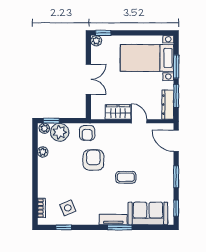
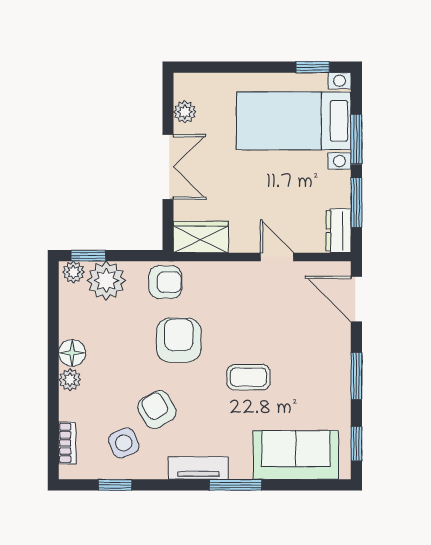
window: (103, 33) -> (313, 67), moved
plant: (96, 41) -> (185, 112), moved
dresser: (168, 105) -> (339, 231), width x0.70
wardrobe: (118, 112) -> (201, 237), moved
armchair: (87, 133) -> (165, 282), turned -90
plant: (43, 152) -> (70, 380), moved
floor lamp: (44, 166) -> (72, 353), added
armchair: (83, 192) -> (157, 410), added
tv unit: (113, 220) -> (198, 468), moved

